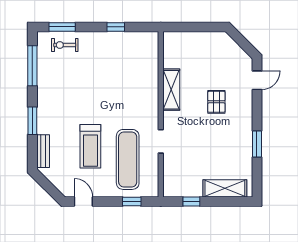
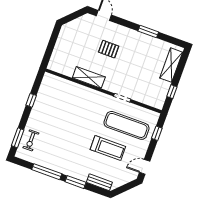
window: (32, 66) -> (47, 172), moved

